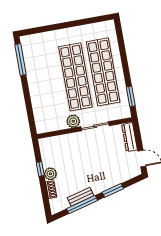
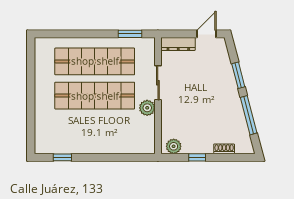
window: (21, 60) -> (62, 157), width x0.46
plant: (50, 174) -> (174, 146), moved
bench: (81, 197) -> (239, 115), removed

